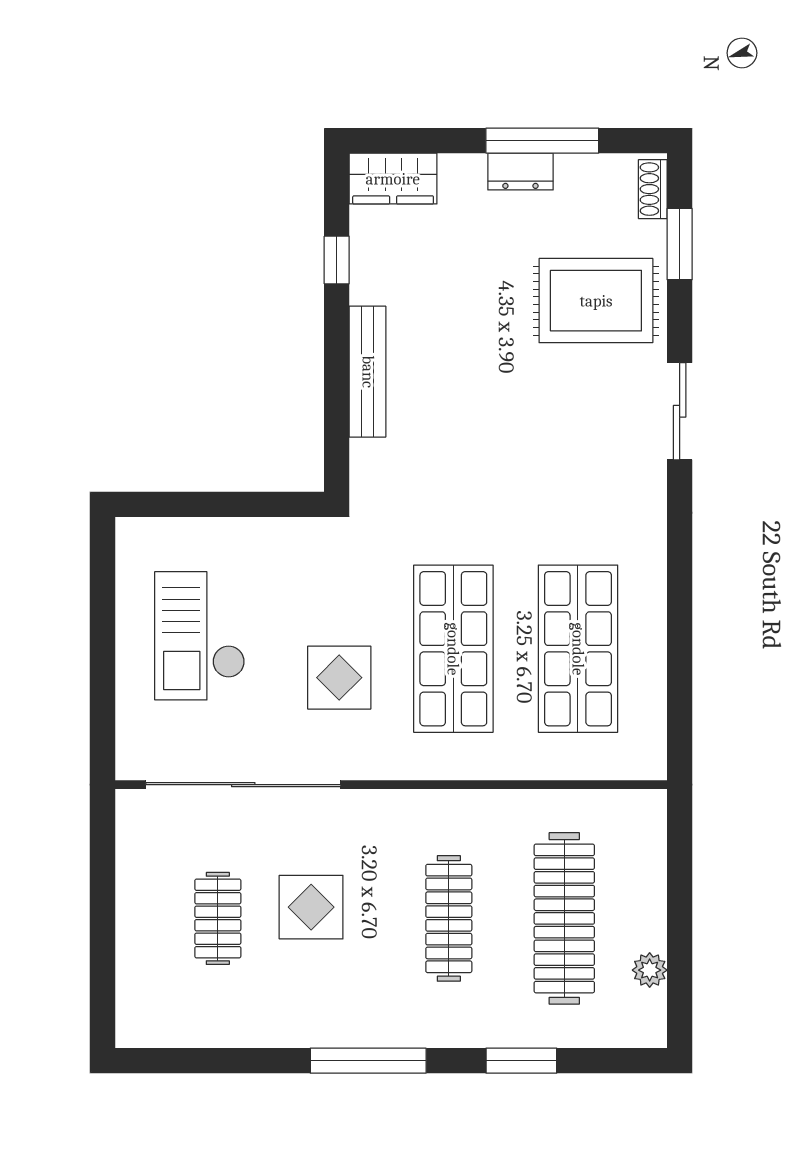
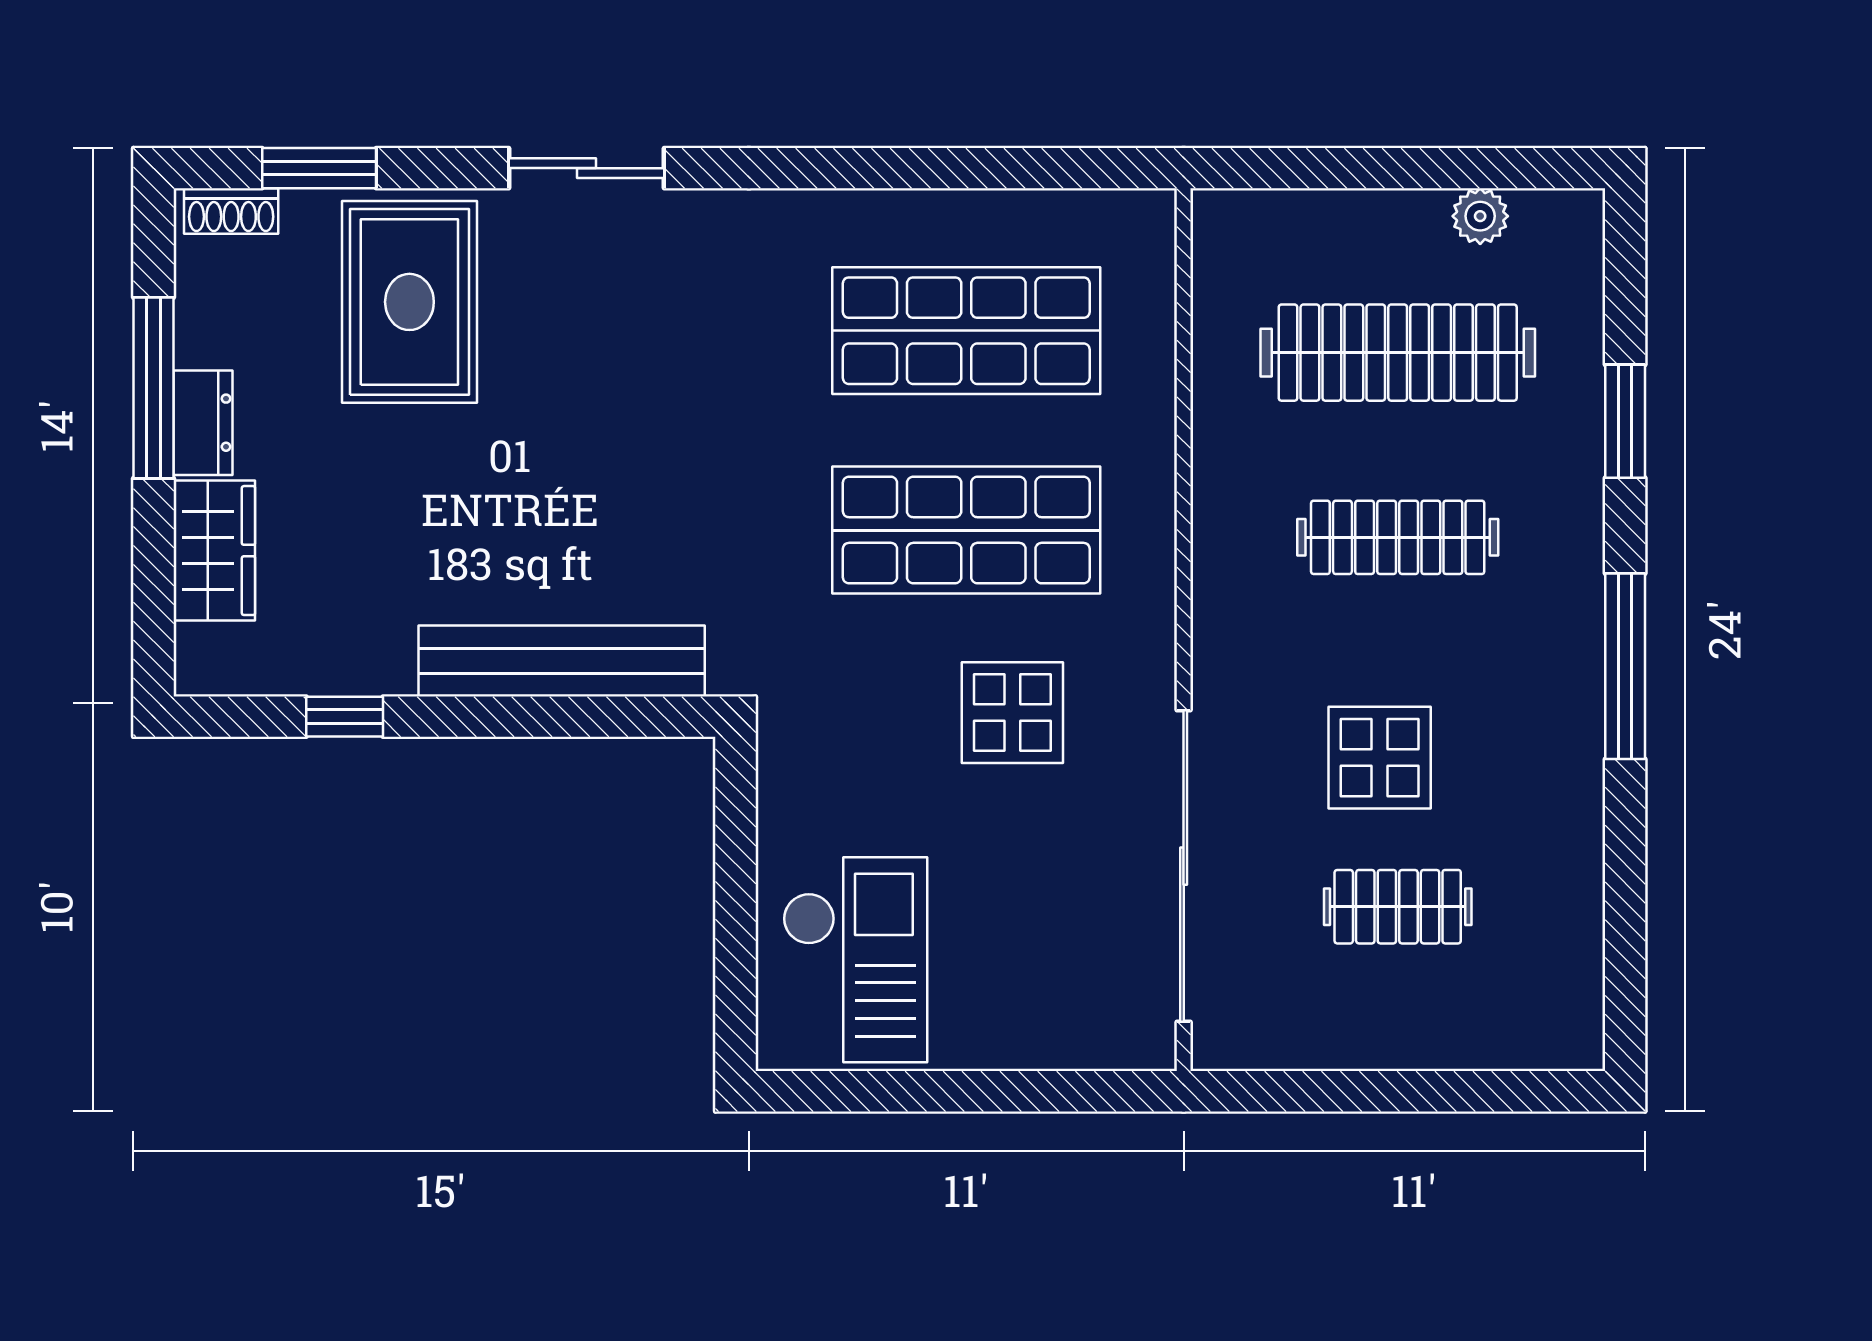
wardrobe: (393, 179) -> (214, 551), moved
bench: (368, 372) -> (562, 661), width x1.37, depth x1.21
checkout: (200, 636) -> (855, 960), moved, turned -90

